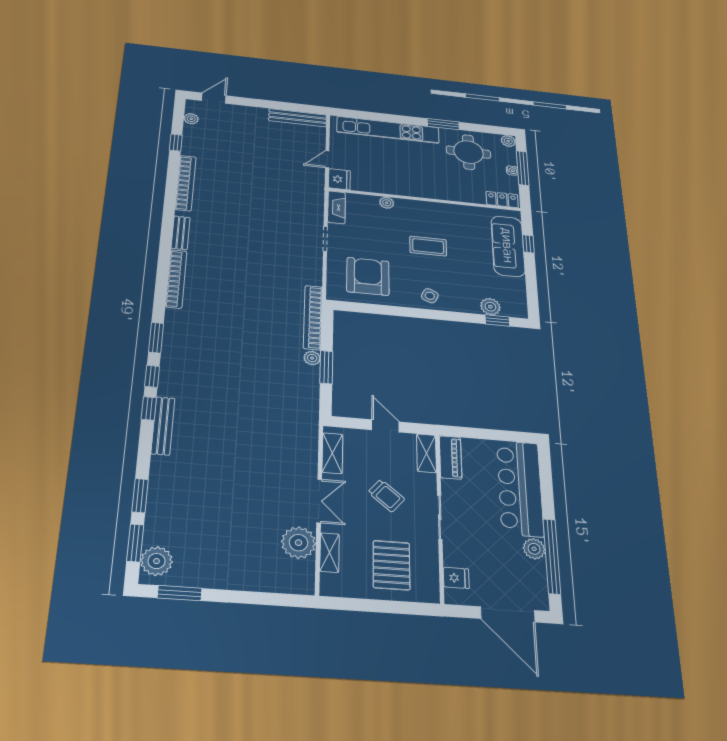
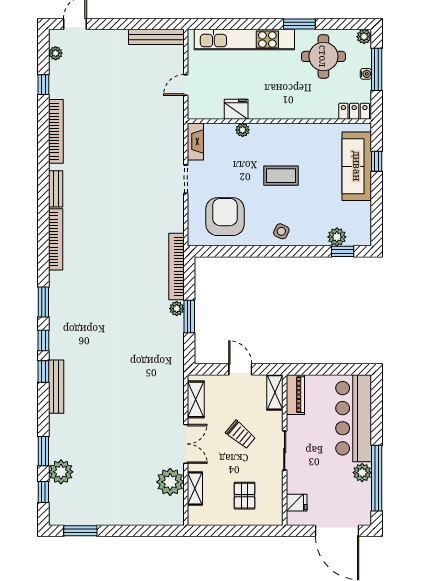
fridge: (339, 179) -> (236, 109), moved, turned -90
window: (135, 543) -> (43, 492), width x0.67
plant: (157, 561) -> (61, 472), moved
pallet: (391, 565) -> (245, 496), width x0.67, depth x0.71

